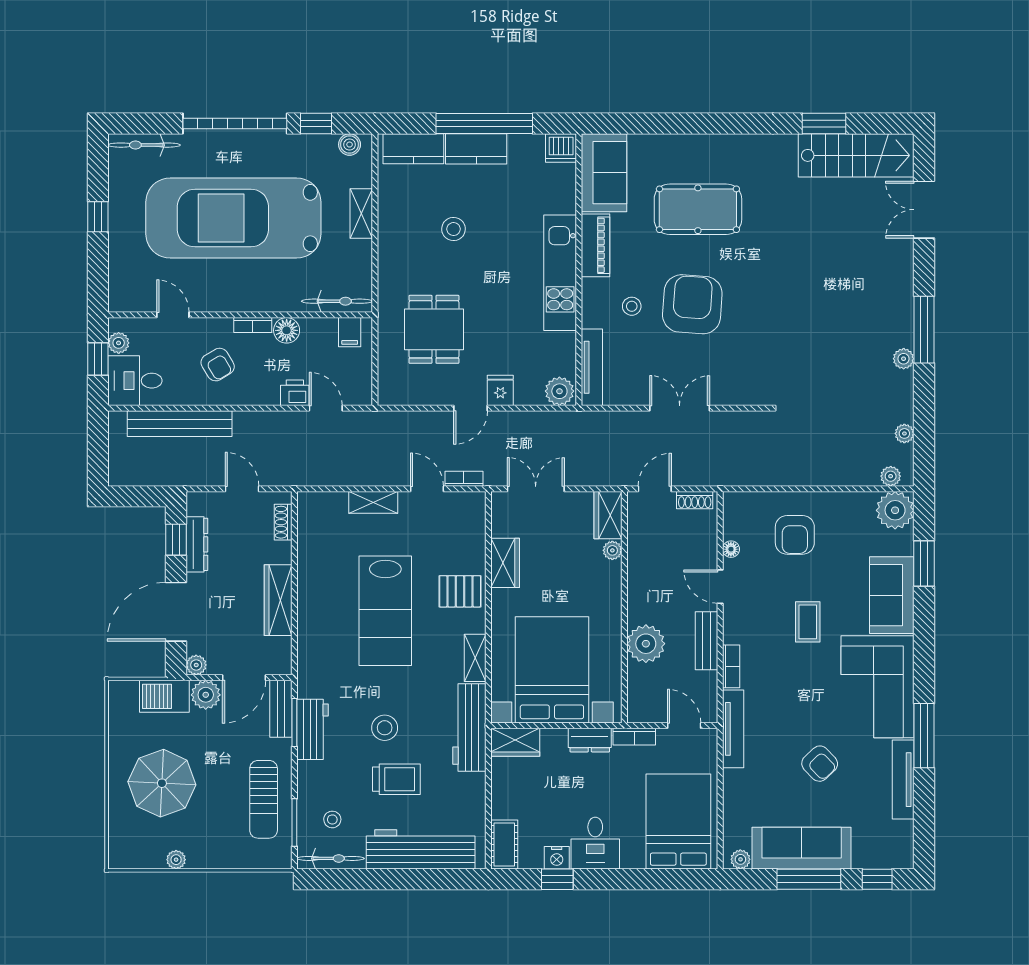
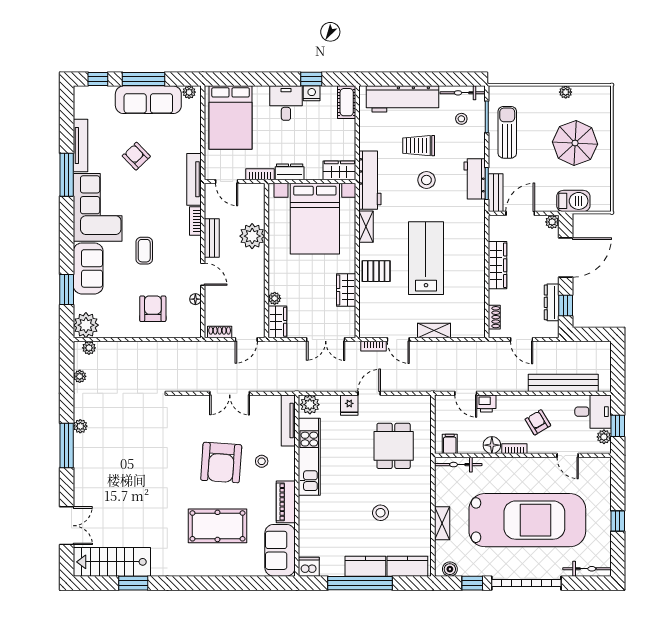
kitchen unit: (560, 273) -> (309, 457), moved
plant: (206, 695) -> (546, 202), removed

